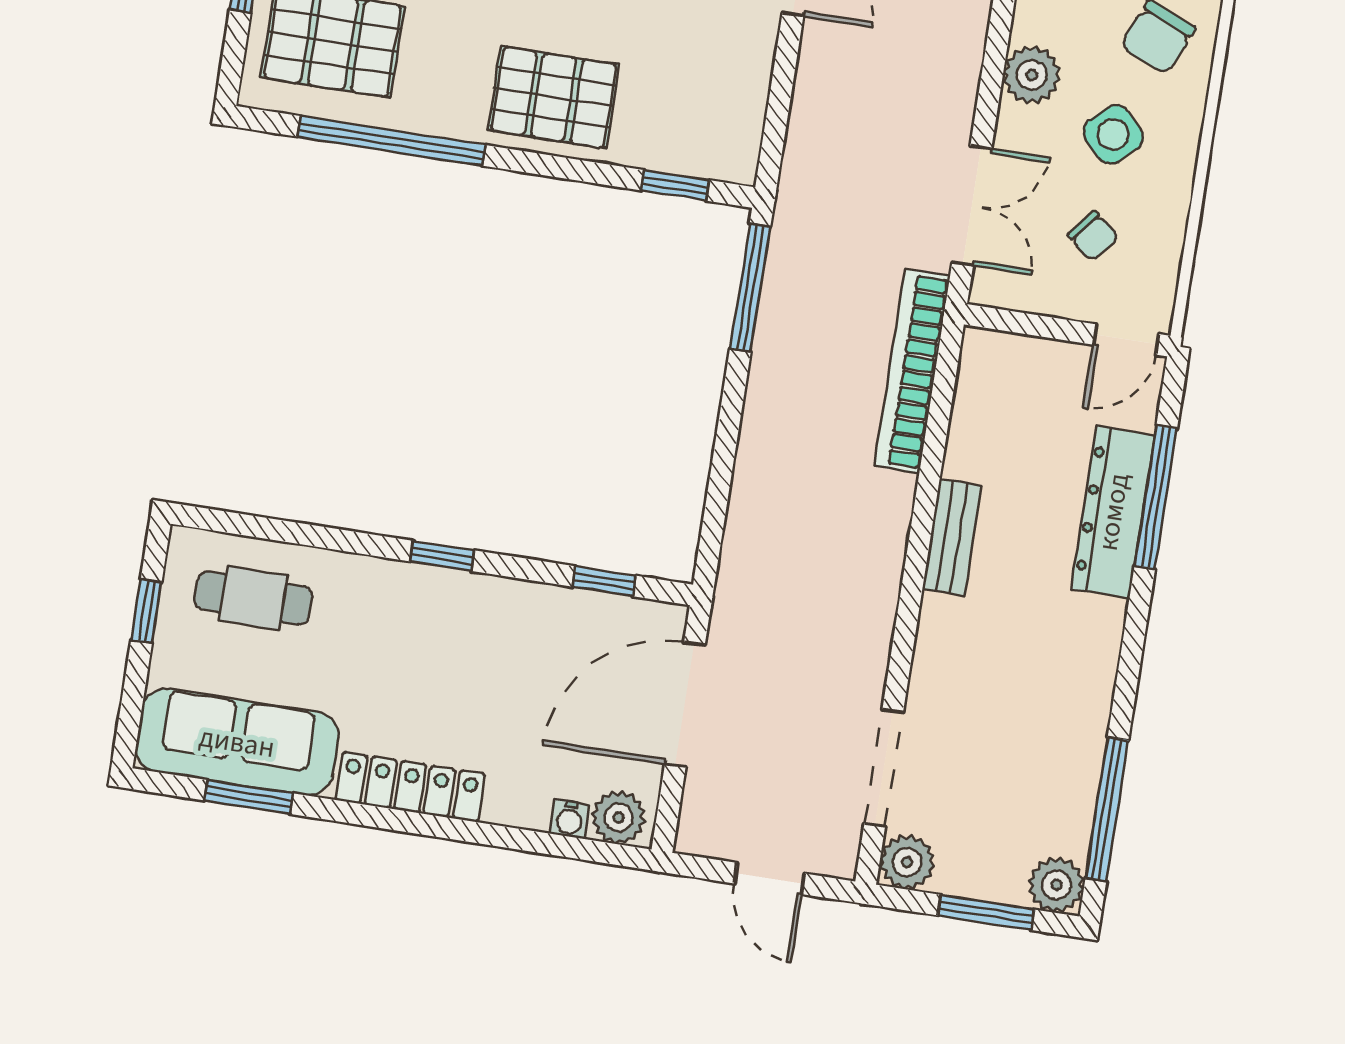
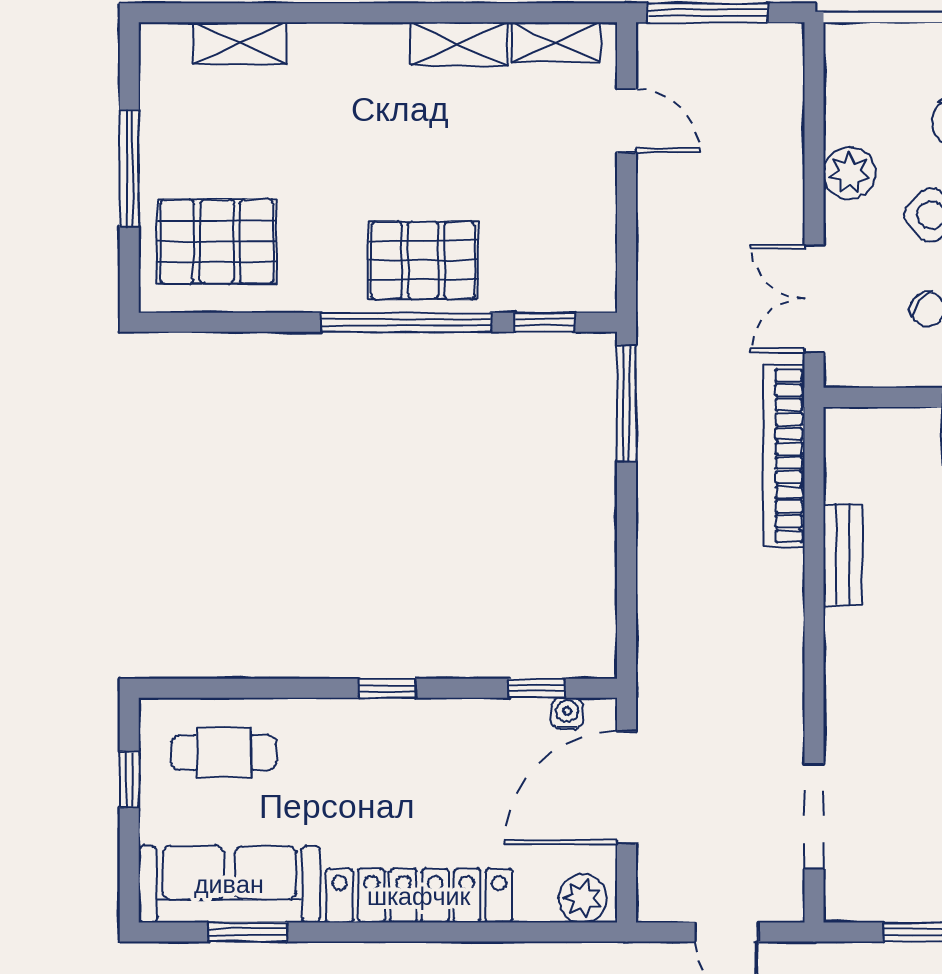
window: (392, 141) -> (406, 322), moved
double door: (972, 206) -> (814, 299), swing flipped
bench: (952, 537) -> (843, 555), moved
locker: (410, 787) -> (419, 896), width x1.41, depth x1.21
water cooler: (569, 819) -> (567, 713), moved, turned 180
plant: (907, 862) -> (848, 898), removed

